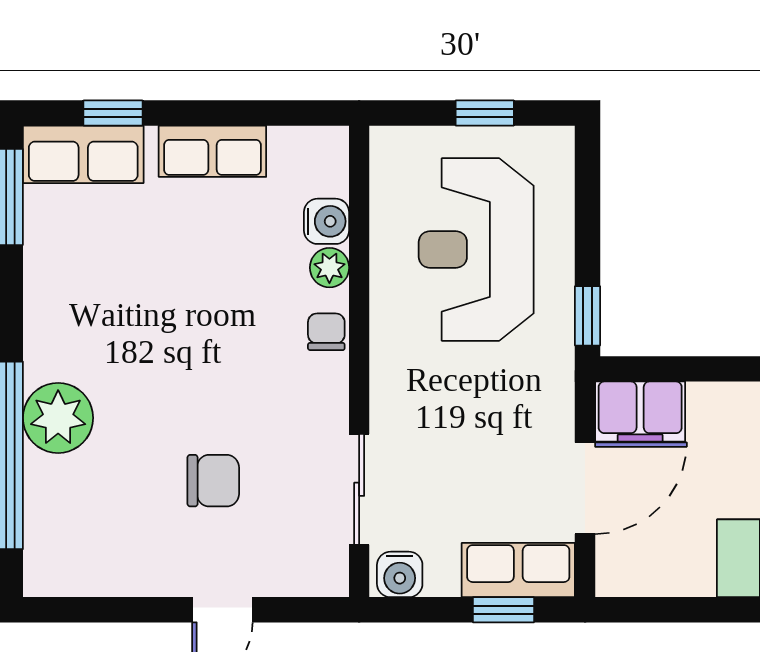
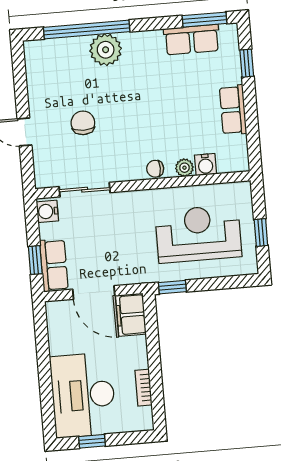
row of seats: (83, 154) -> (192, 40), moved, turned -90
chair: (326, 332) -> (155, 169), turned 180
chair: (213, 481) -> (83, 123), turned 180

